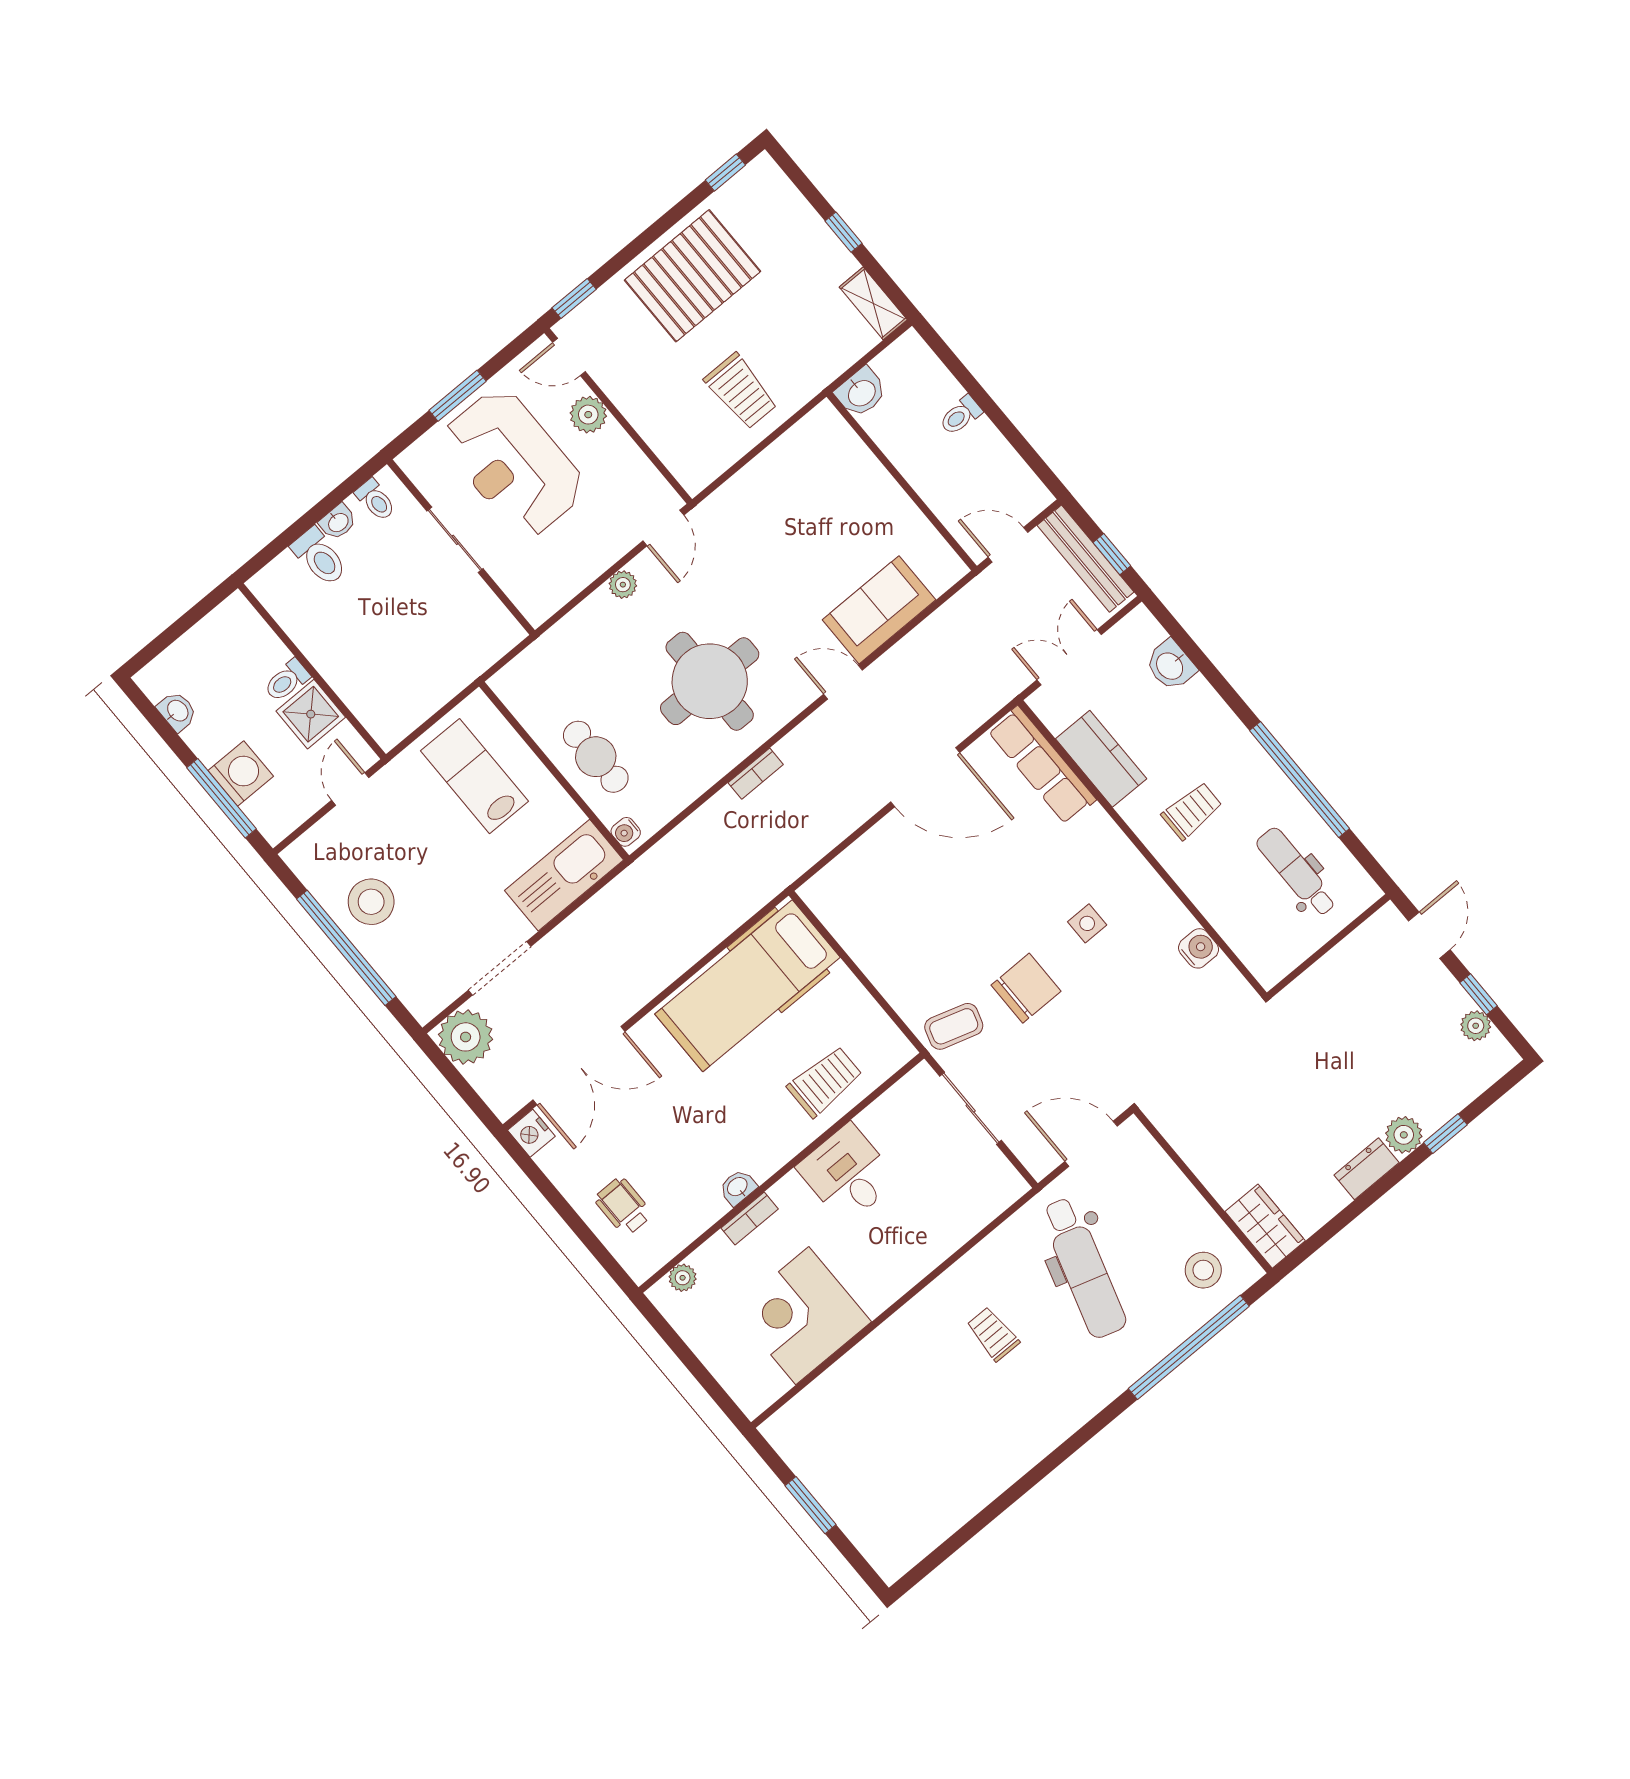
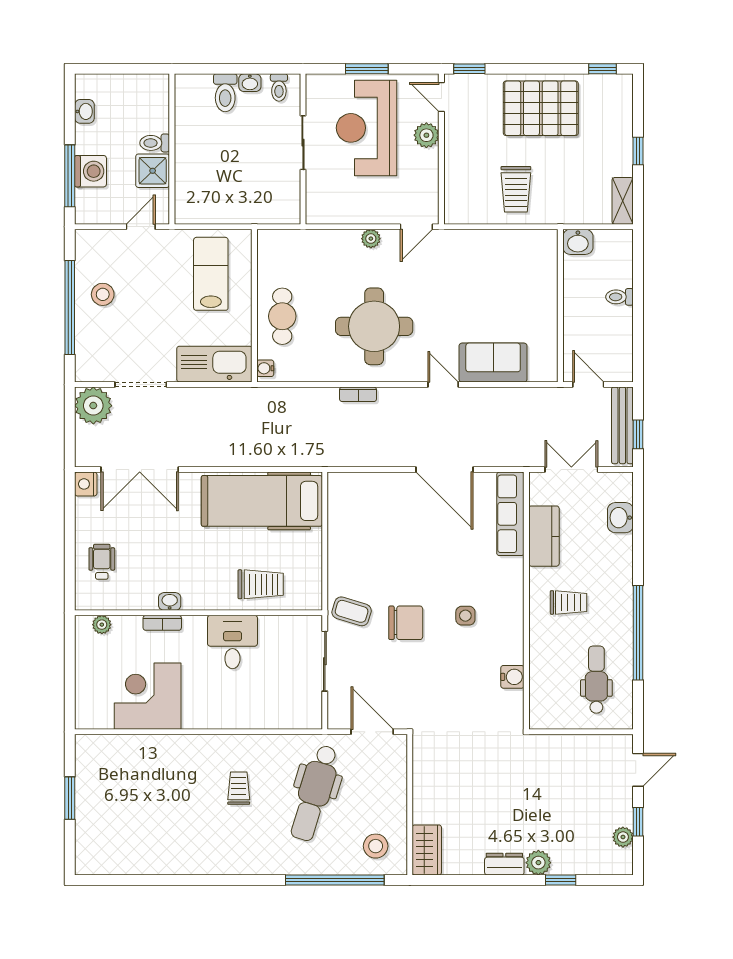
stool: (371, 902) -> (103, 294), width x0.73, depth x0.73

